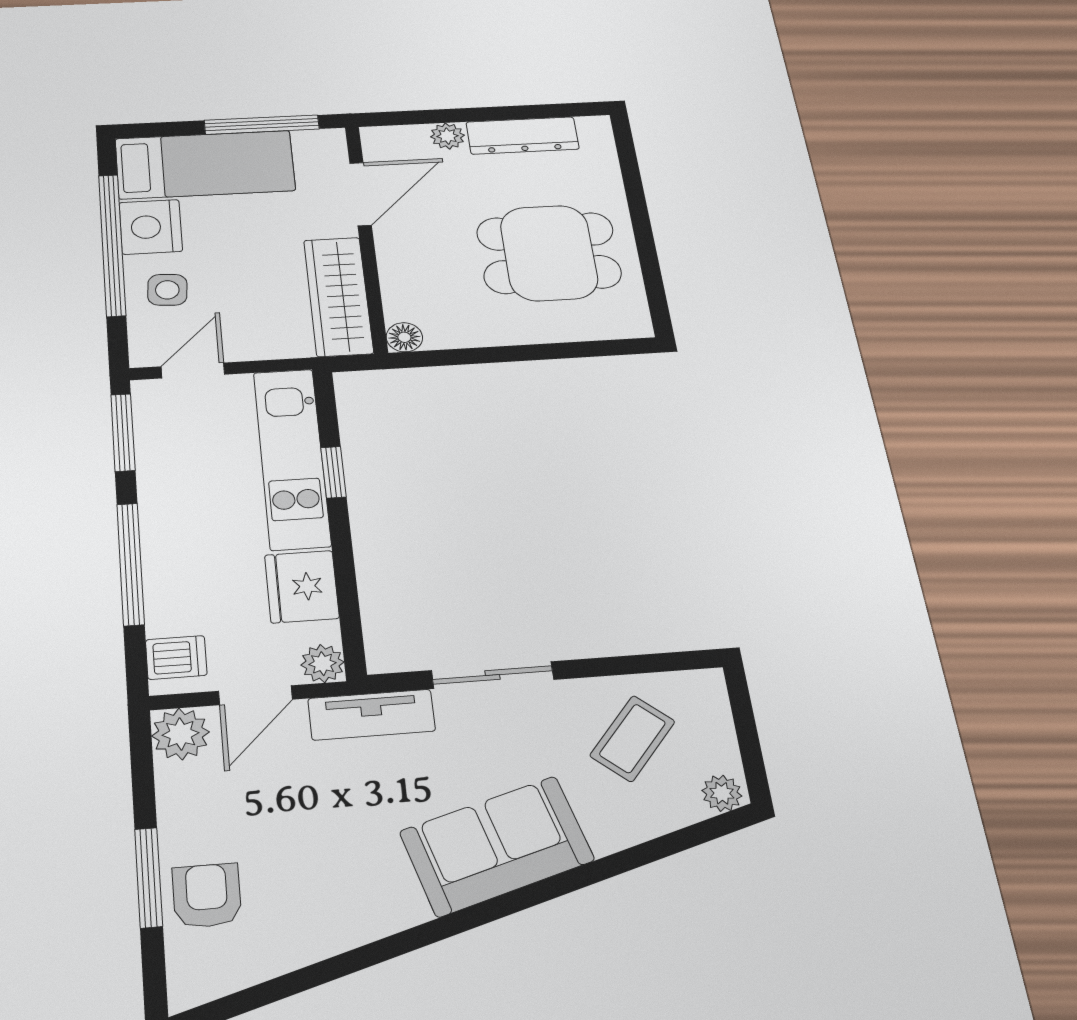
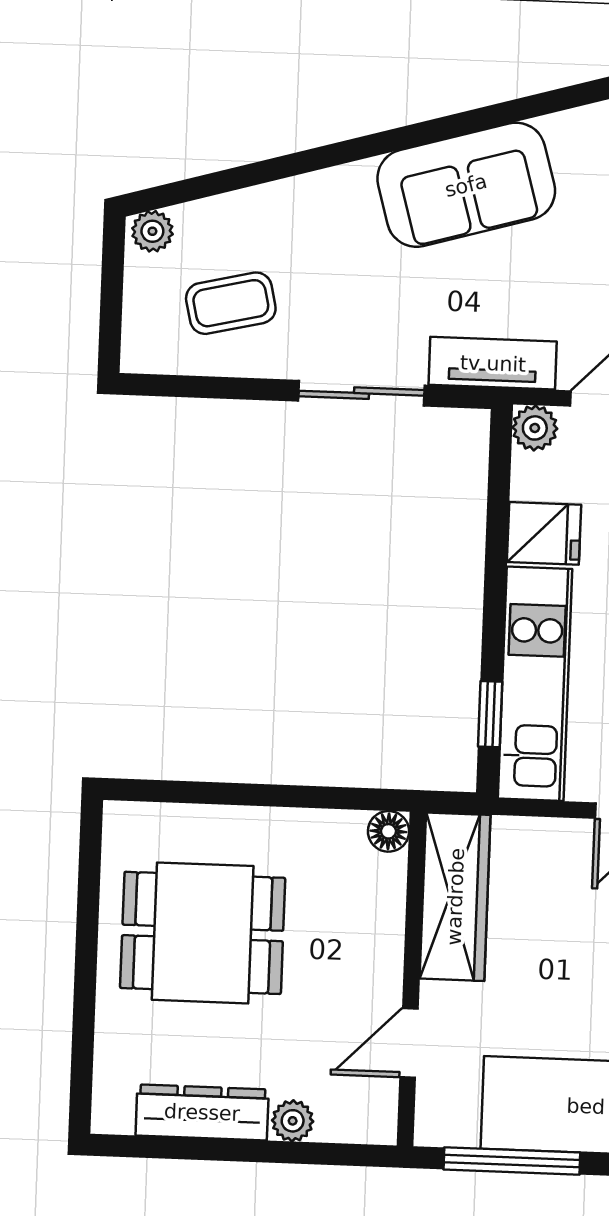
door: (361, 194) -> (409, 1043), width x0.73
window: (333, 472) -> (490, 714), moved
fridge: (302, 587) -> (544, 533), width x0.72
coffee table: (632, 738) -> (231, 303), turned 36
sofa: (497, 846) -> (466, 185), moved

